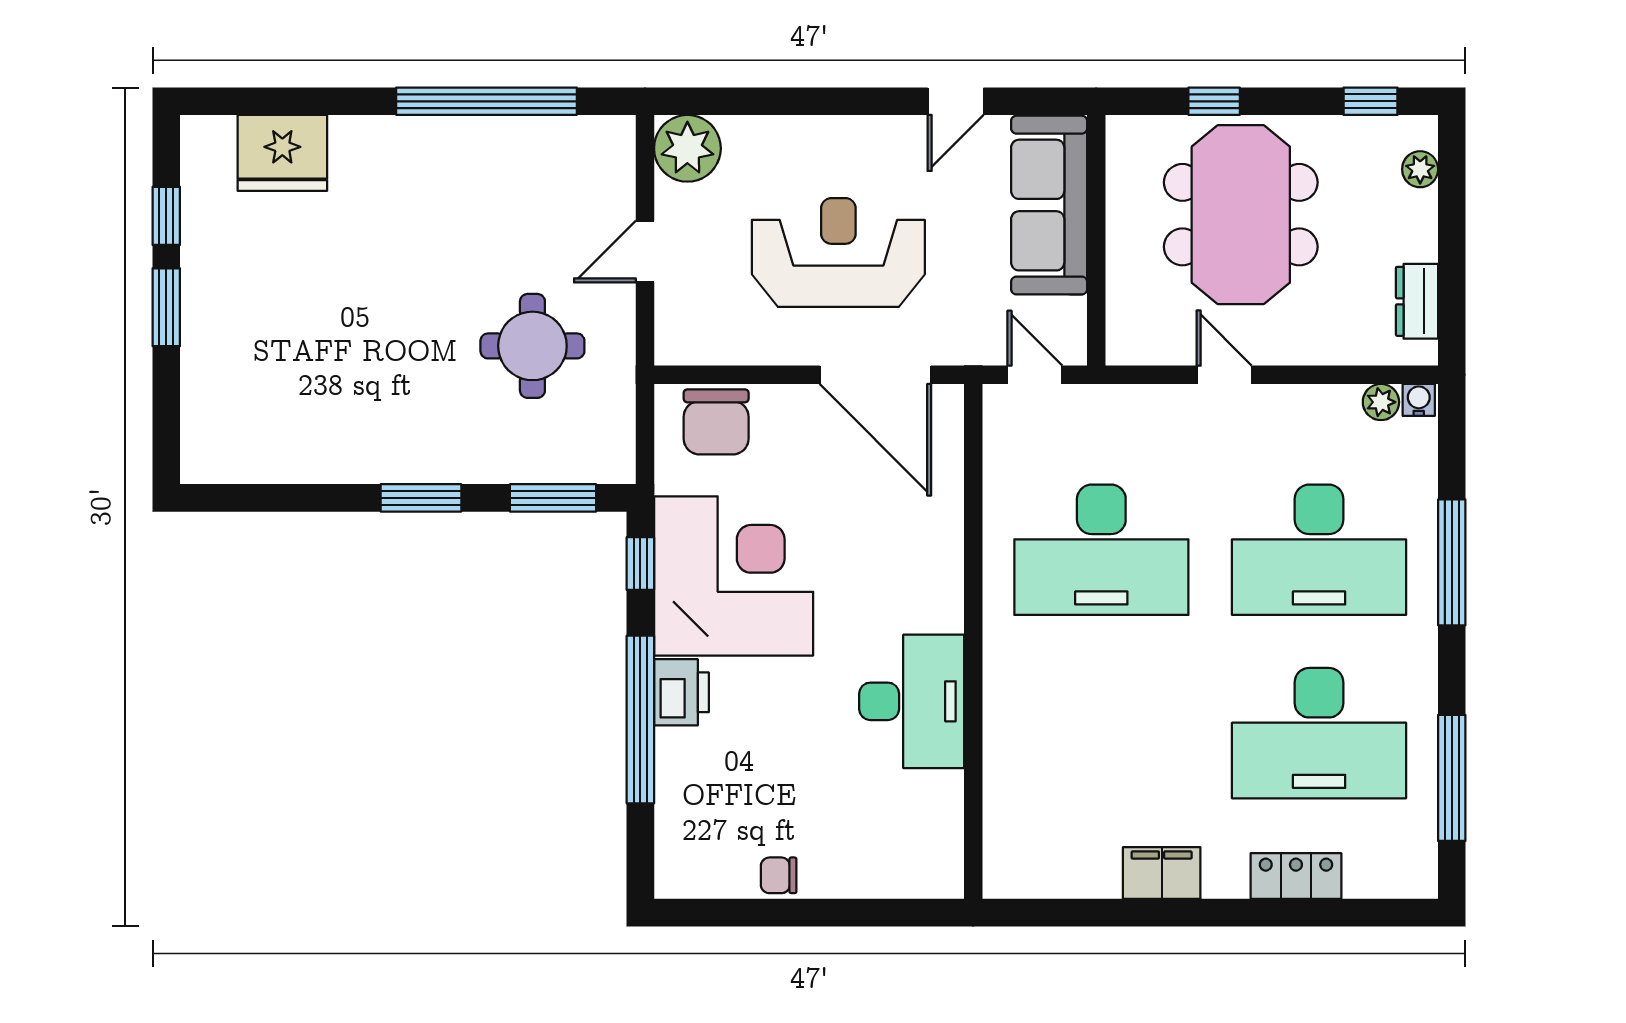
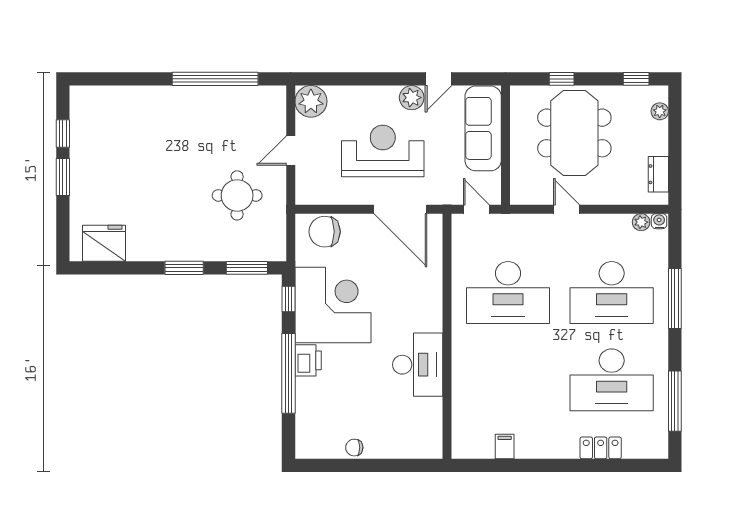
plant: (899, 141) -> (412, 98), added
fridge: (282, 153) -> (104, 243), moved, turned 180
chair: (716, 422) -> (325, 232), turned 90
filing cabinet: (1162, 873) -> (505, 446), moved, width x0.50

